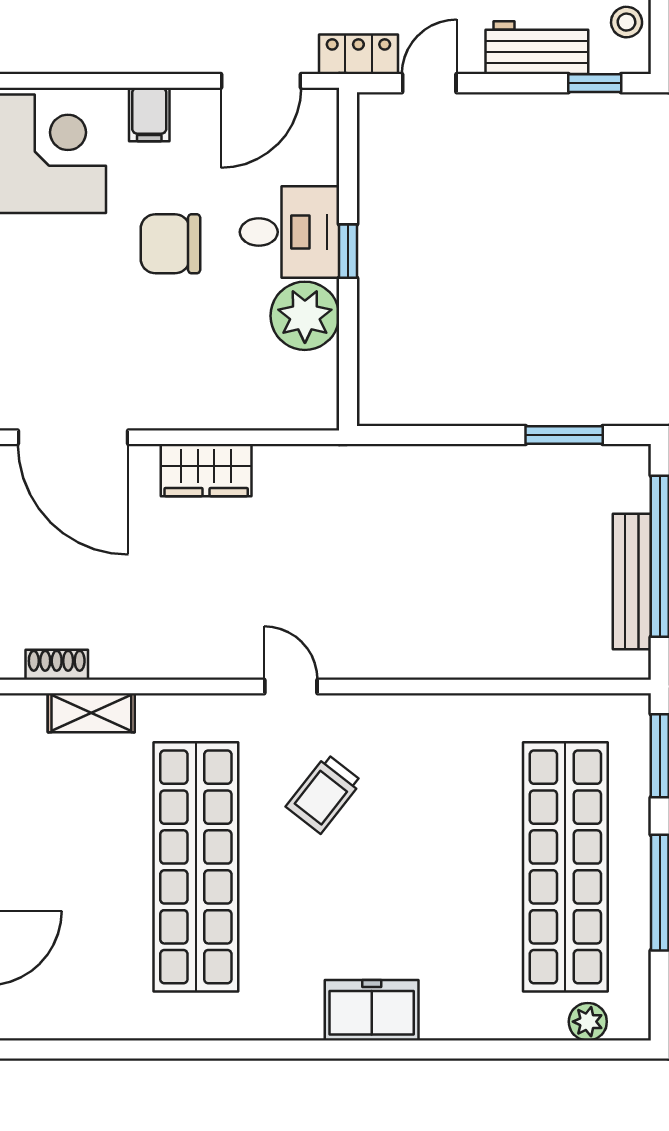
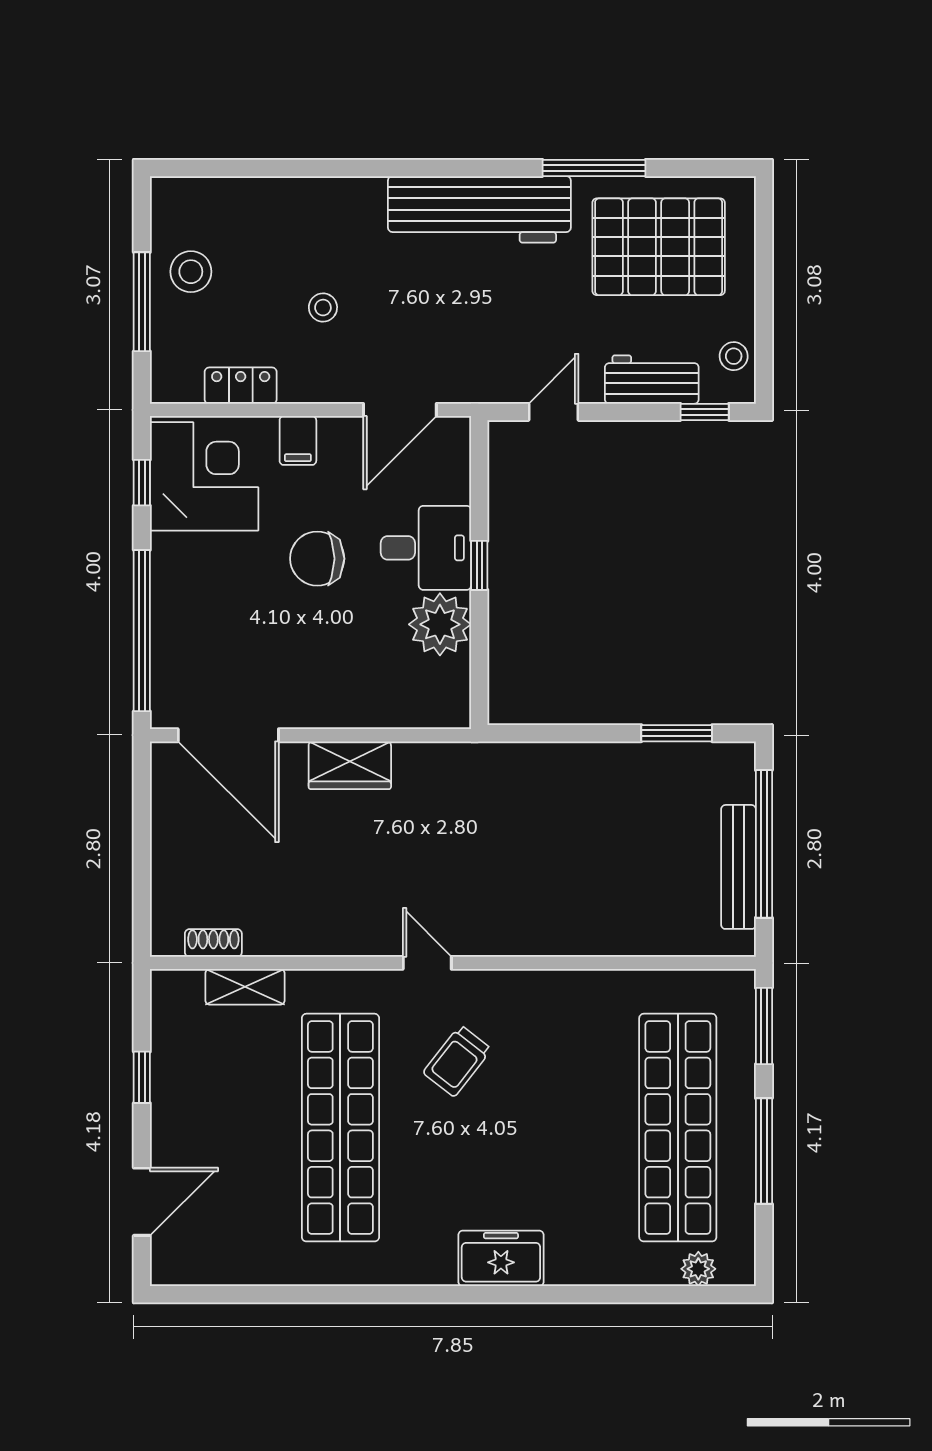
locker: (358, 54) -> (241, 386), moved

